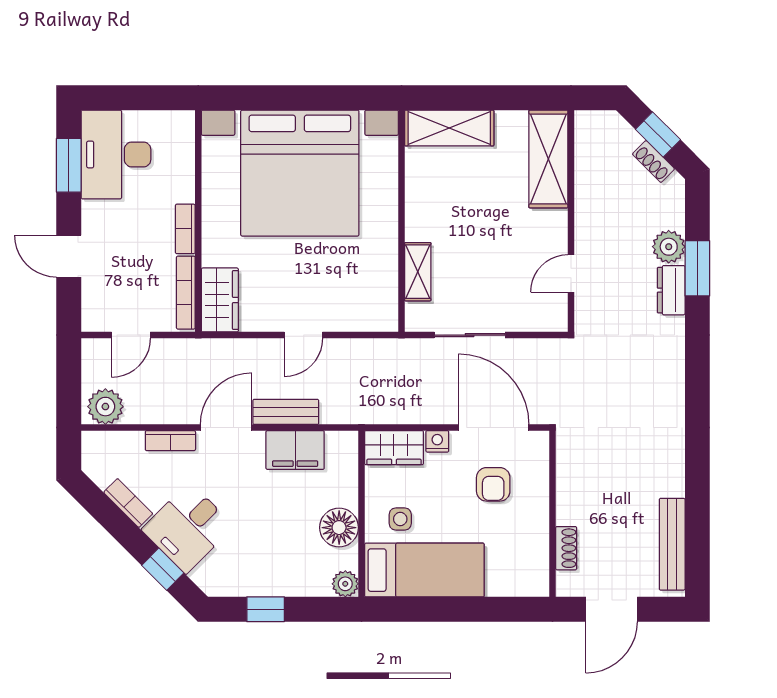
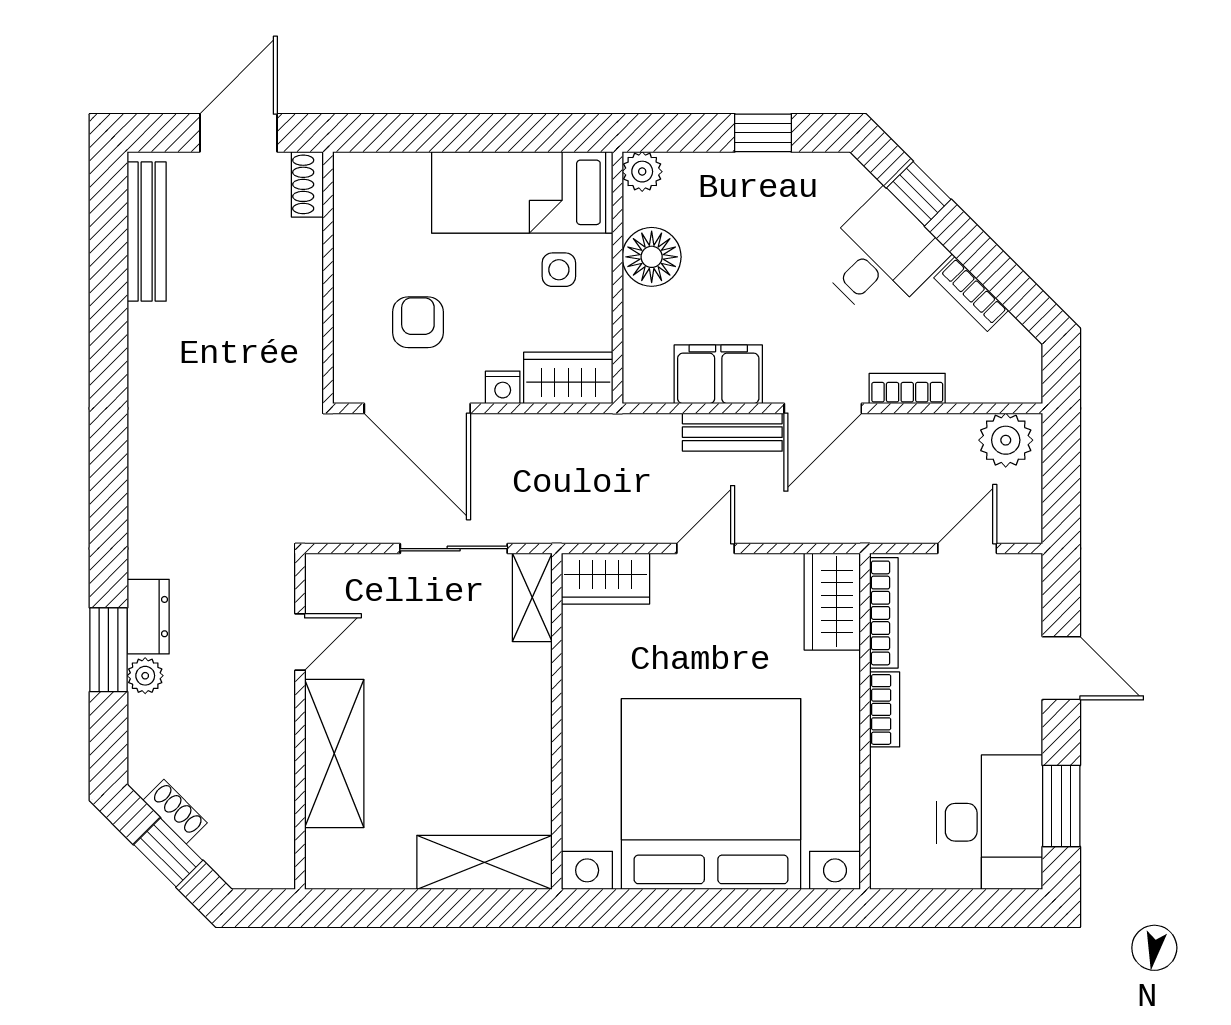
shelving: (548, 159) -> (334, 753), moved
plant: (669, 247) -> (145, 676), width x0.73, depth x0.73
shelving: (418, 272) -> (532, 597), moved
wardrobe: (369, 315) -> (606, 579), added
shoe rack: (566, 548) -> (307, 184), moved

